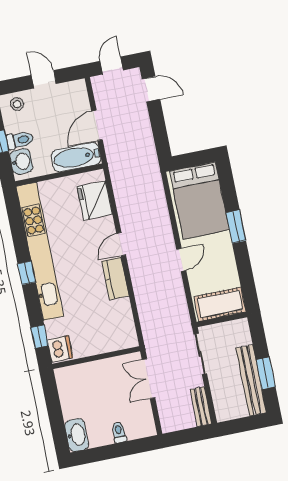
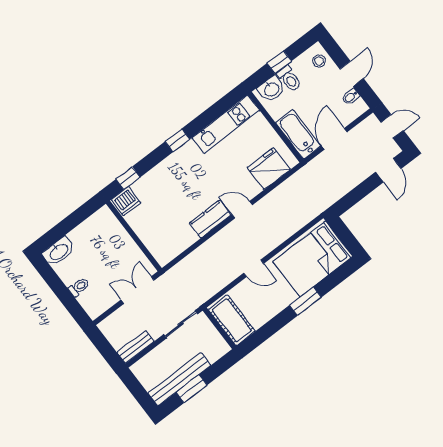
bidet: (65, 91) -> (351, 97), added
door: (97, 125) -> (334, 139), hinge flipped
kitchen unit: (40, 251) -> (226, 124), width x0.54

